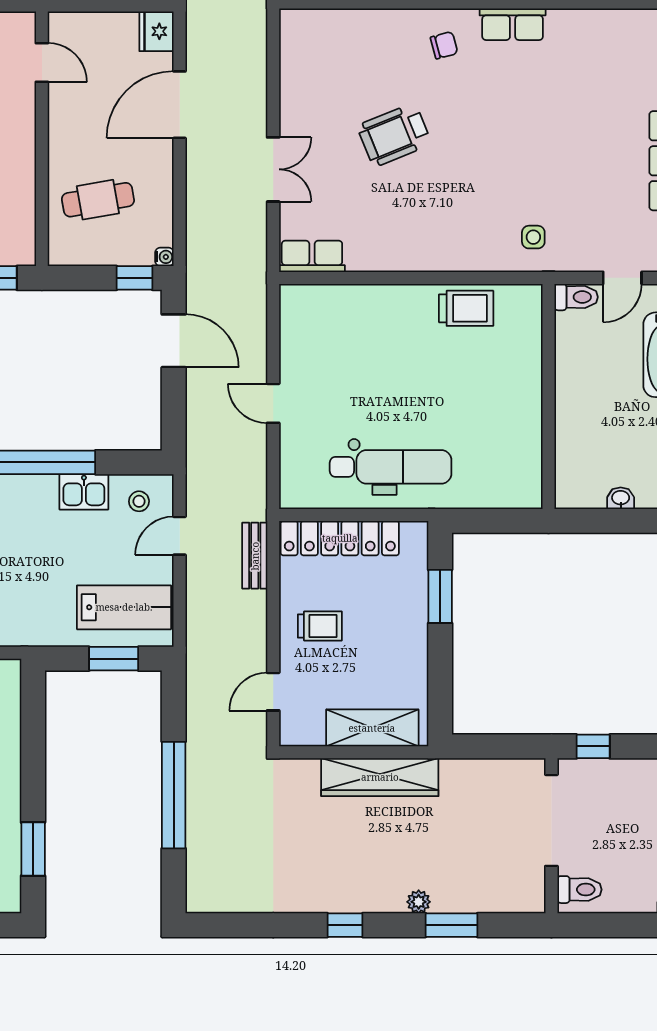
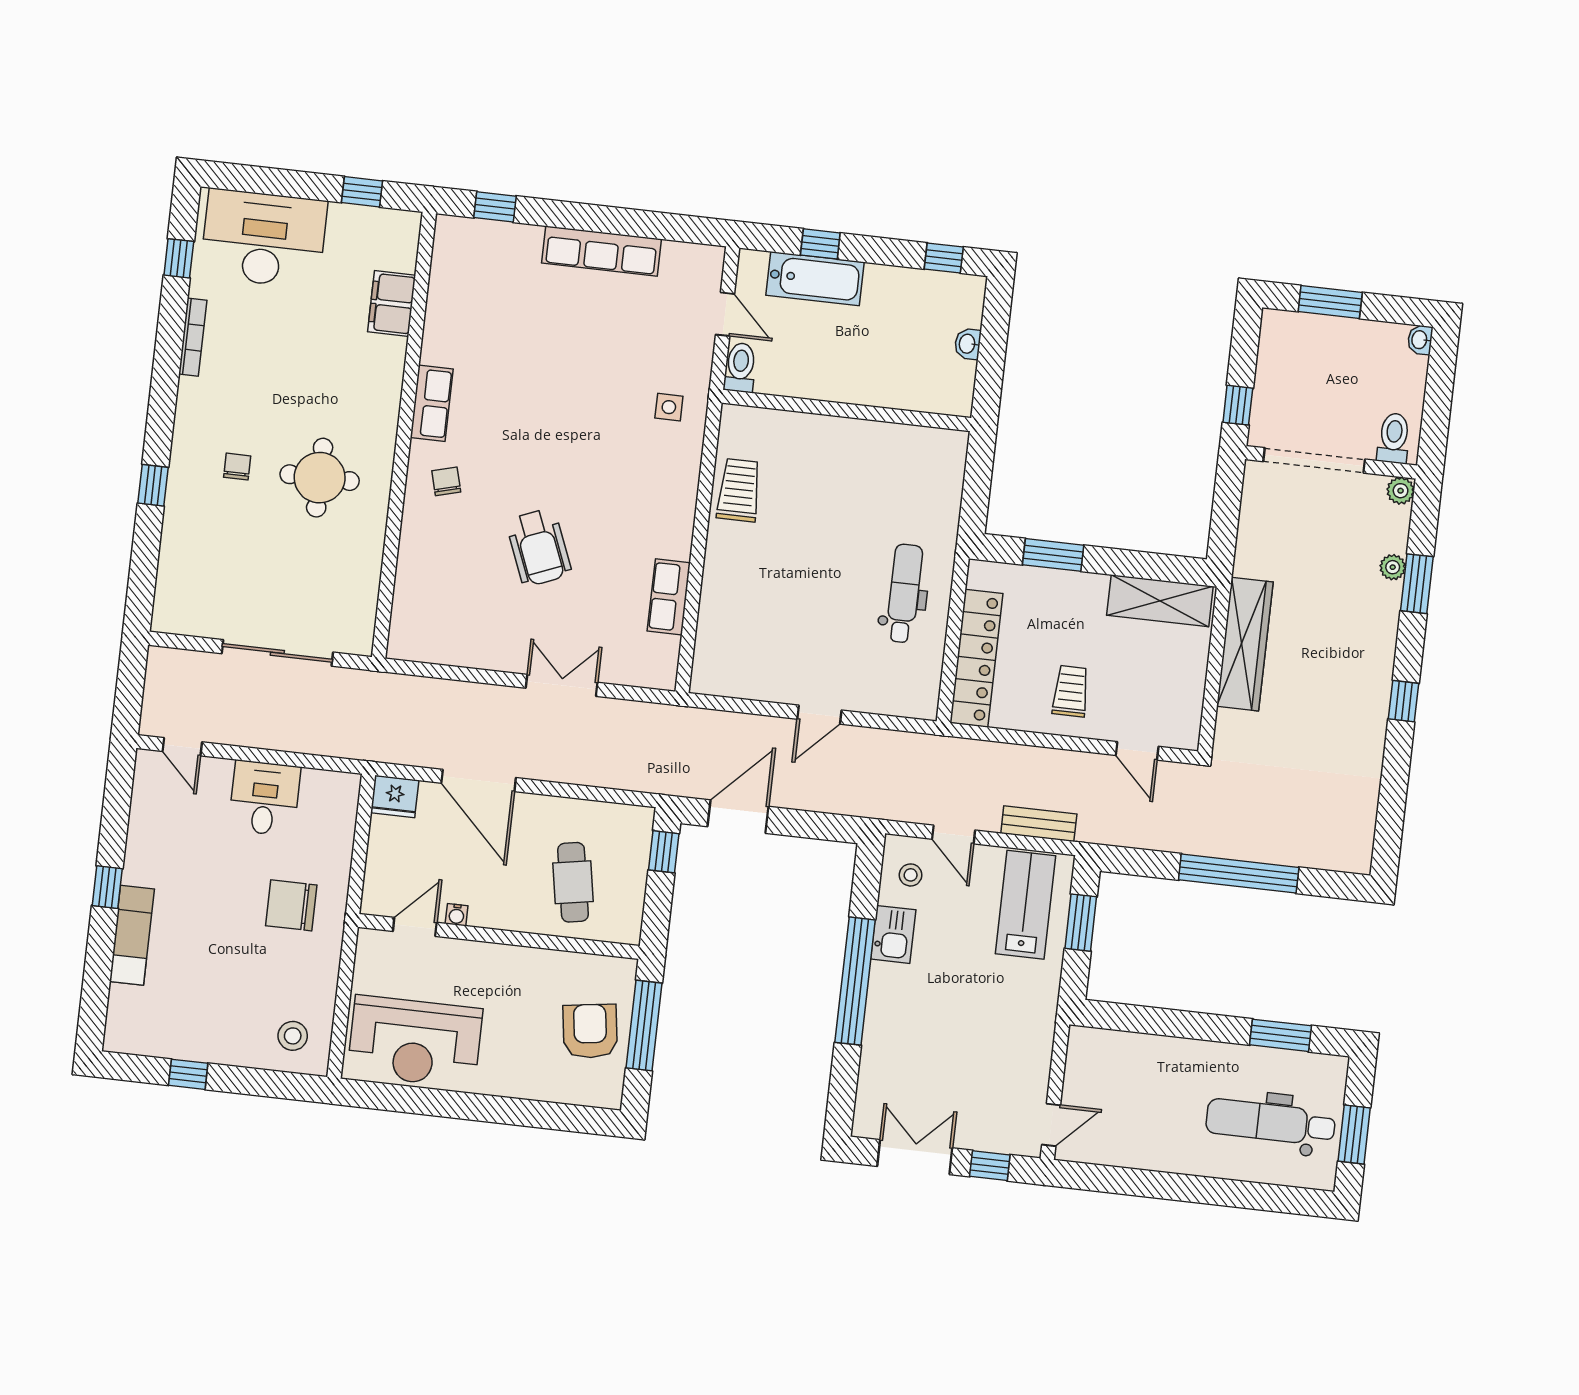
row of seats: (312, 256) -> (669, 597), moved
water cooler: (164, 257) -> (457, 915), moved, turned 180
dental chair: (391, 467) -> (904, 593), width x0.73, depth x0.72
bench: (255, 556) -> (1039, 824), moved
shelving: (372, 728) -> (1160, 601), moved, turned 90
plant: (533, 901) -> (1401, 491), added
plant: (419, 902) -> (1393, 567), moved

